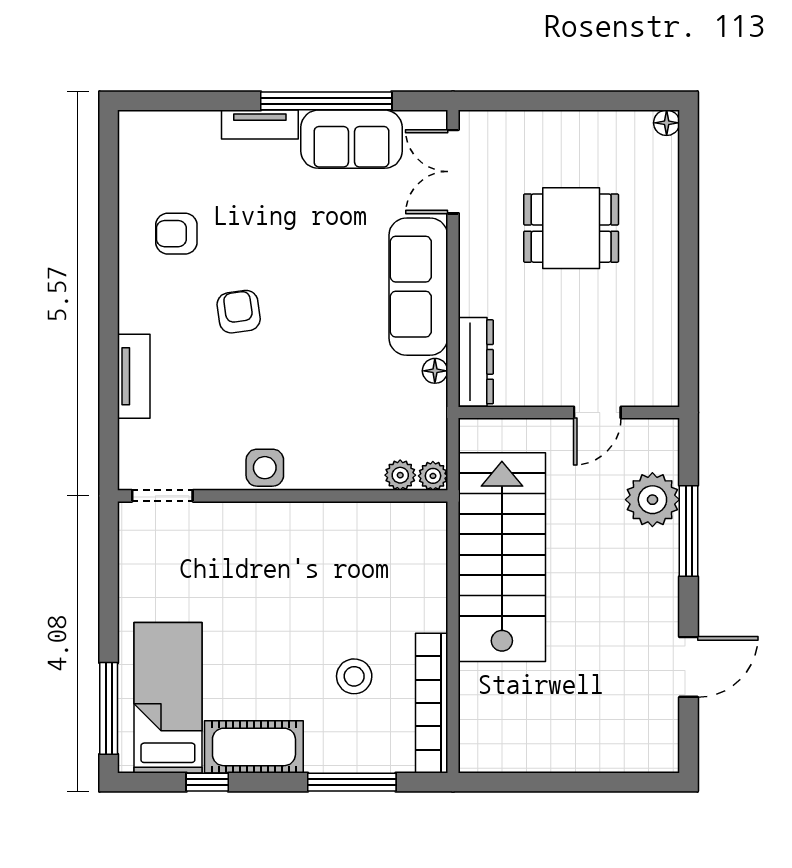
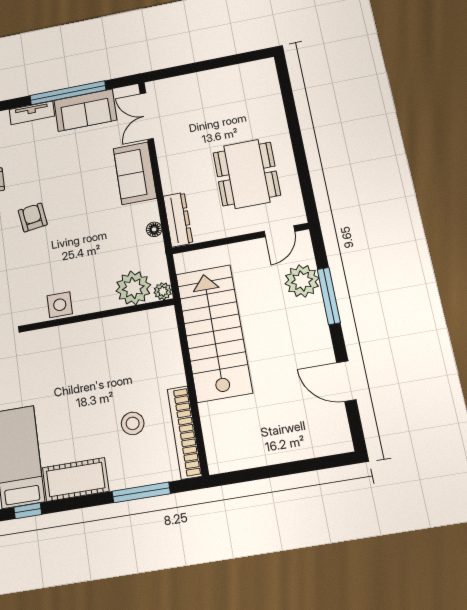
floor lamp: (667, 123) -> (268, 65), removed
dining table: (571, 228) -> (247, 174), moved, width x1.38
sofa: (418, 287) -> (135, 173), width x0.73
door: (597, 413) -> (279, 231), moved
plant: (400, 475) -> (133, 288), width x1.88, depth x1.88
door: (689, 667) -> (346, 381), swing flipped
window: (207, 782) -> (28, 511), moved

